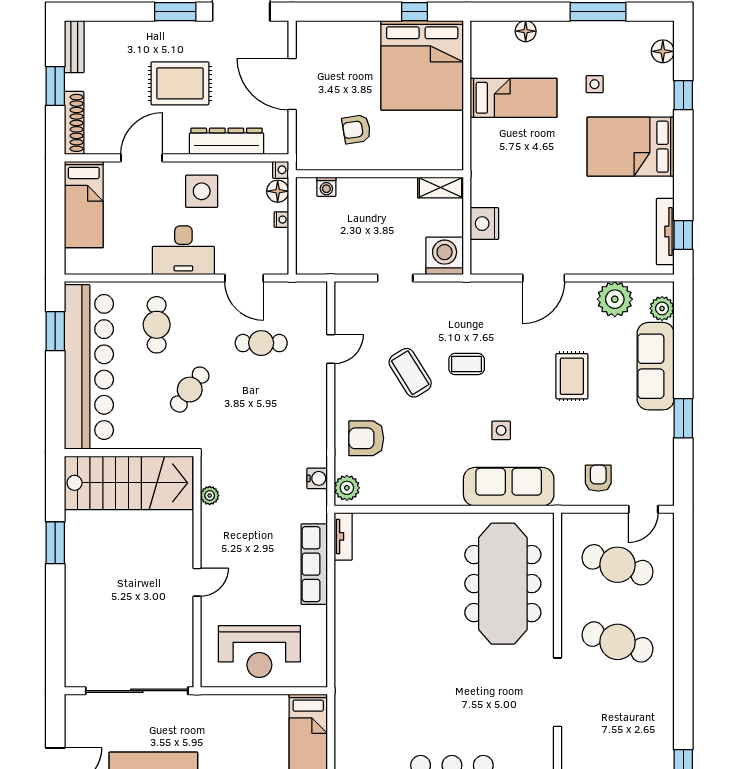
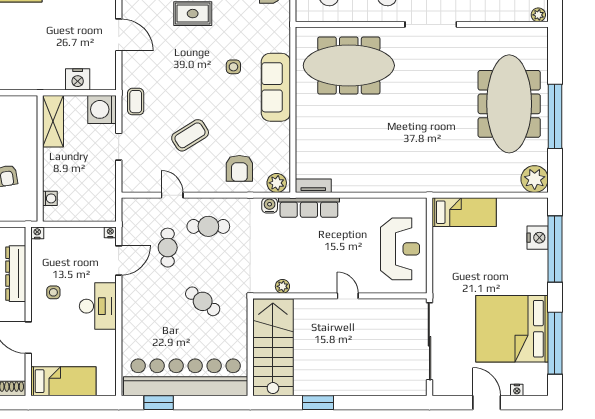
shelving: (440, 187) -> (53, 121), width x1.50, depth x1.33
side table: (202, 191) -> (53, 292), width x0.54, depth x0.54
floor lamp: (278, 191) -> (53, 235), removed
nightstand: (281, 220) -> (110, 232), moved
cafe table: (157, 325) -> (208, 226), moved
coffee table: (467, 364) -> (136, 102), moved
sofa: (509, 487) -> (276, 87), moved
row of seats: (314, 564) -> (309, 208), moved

